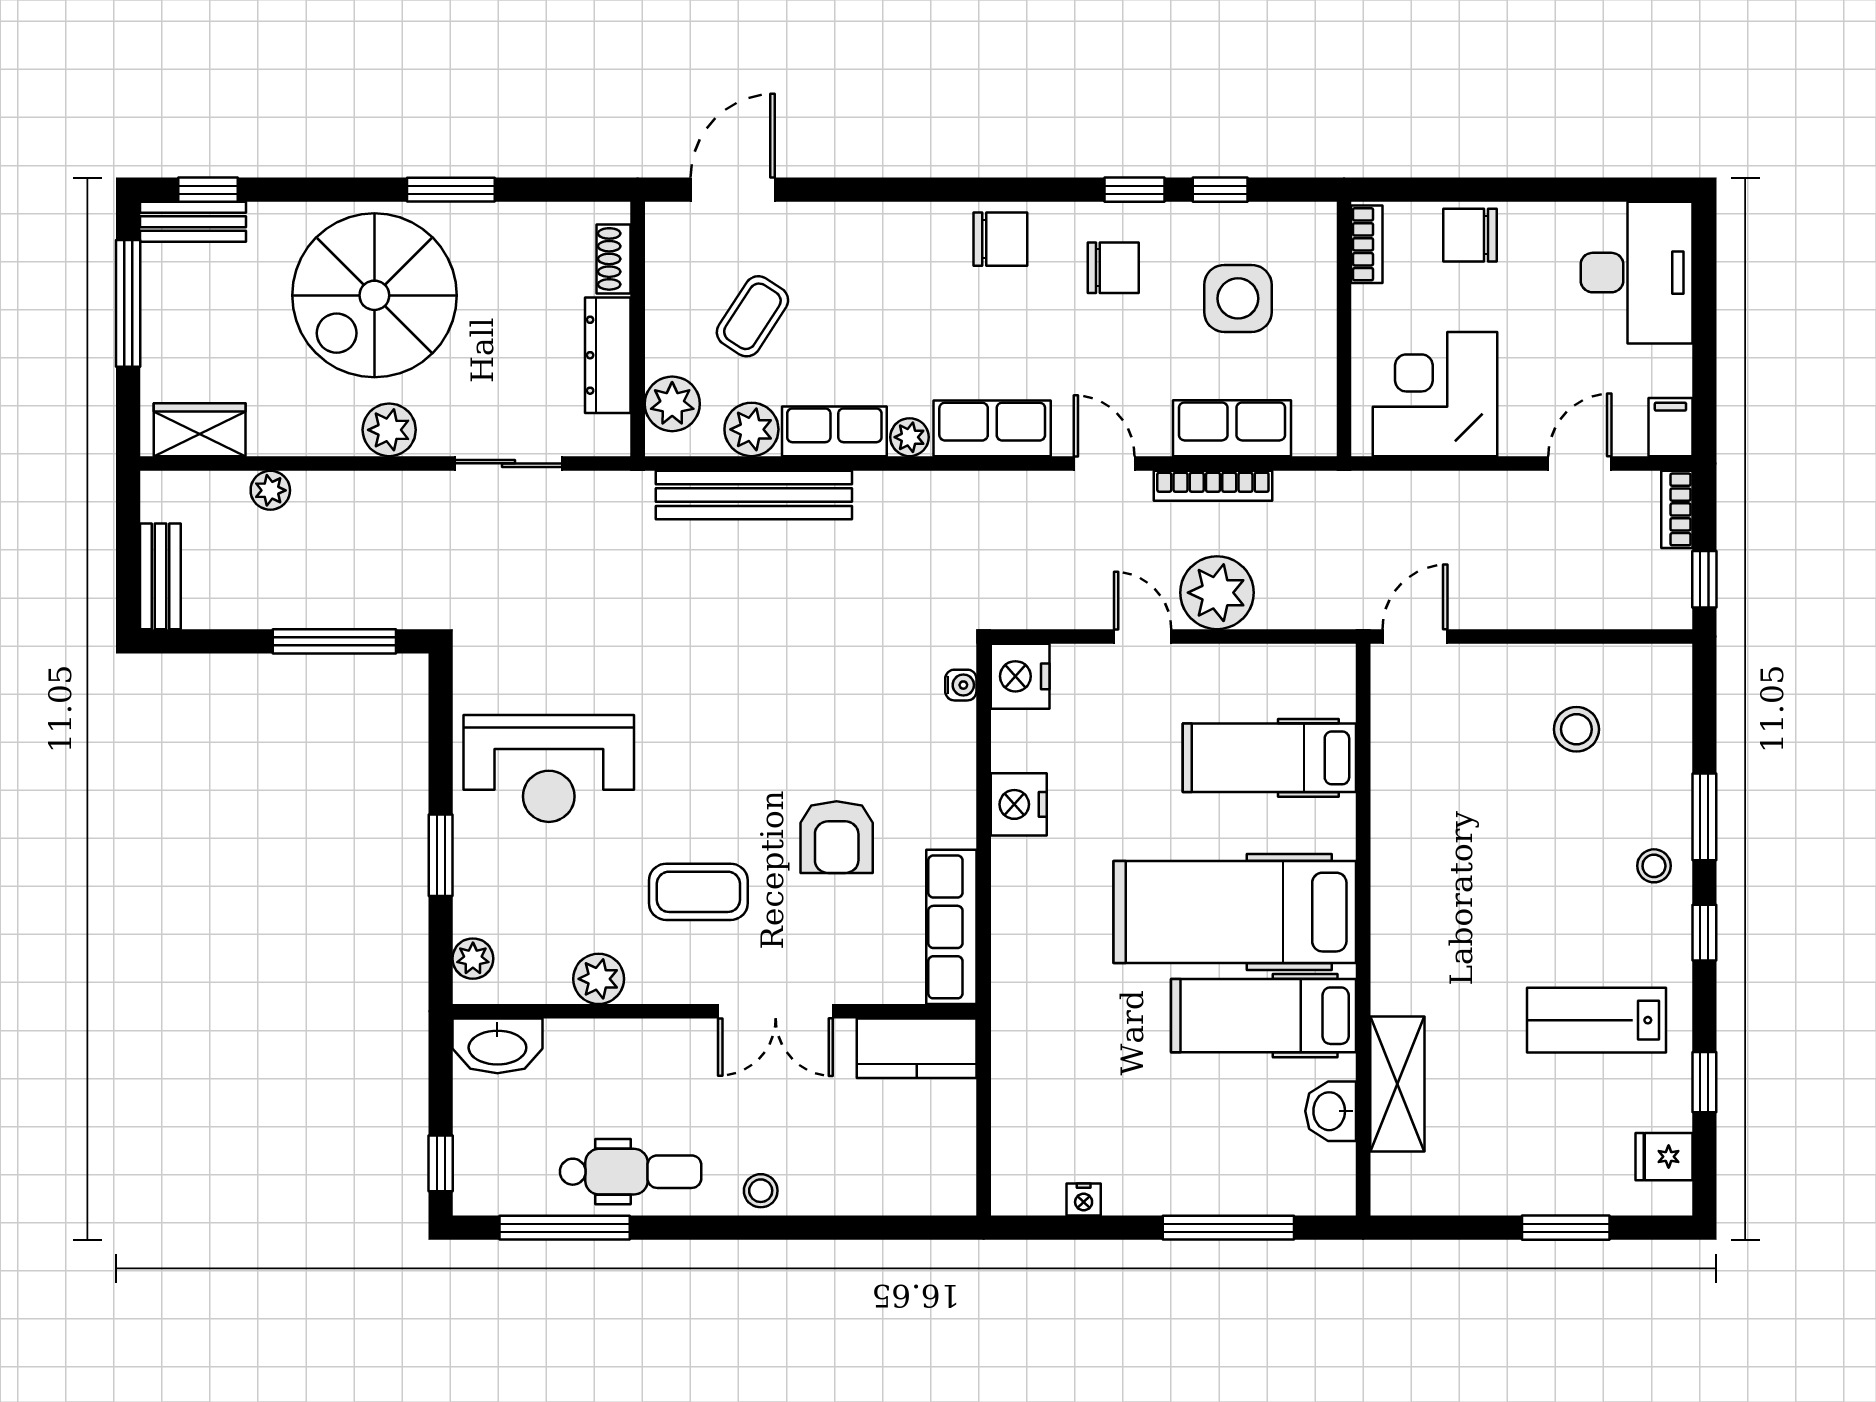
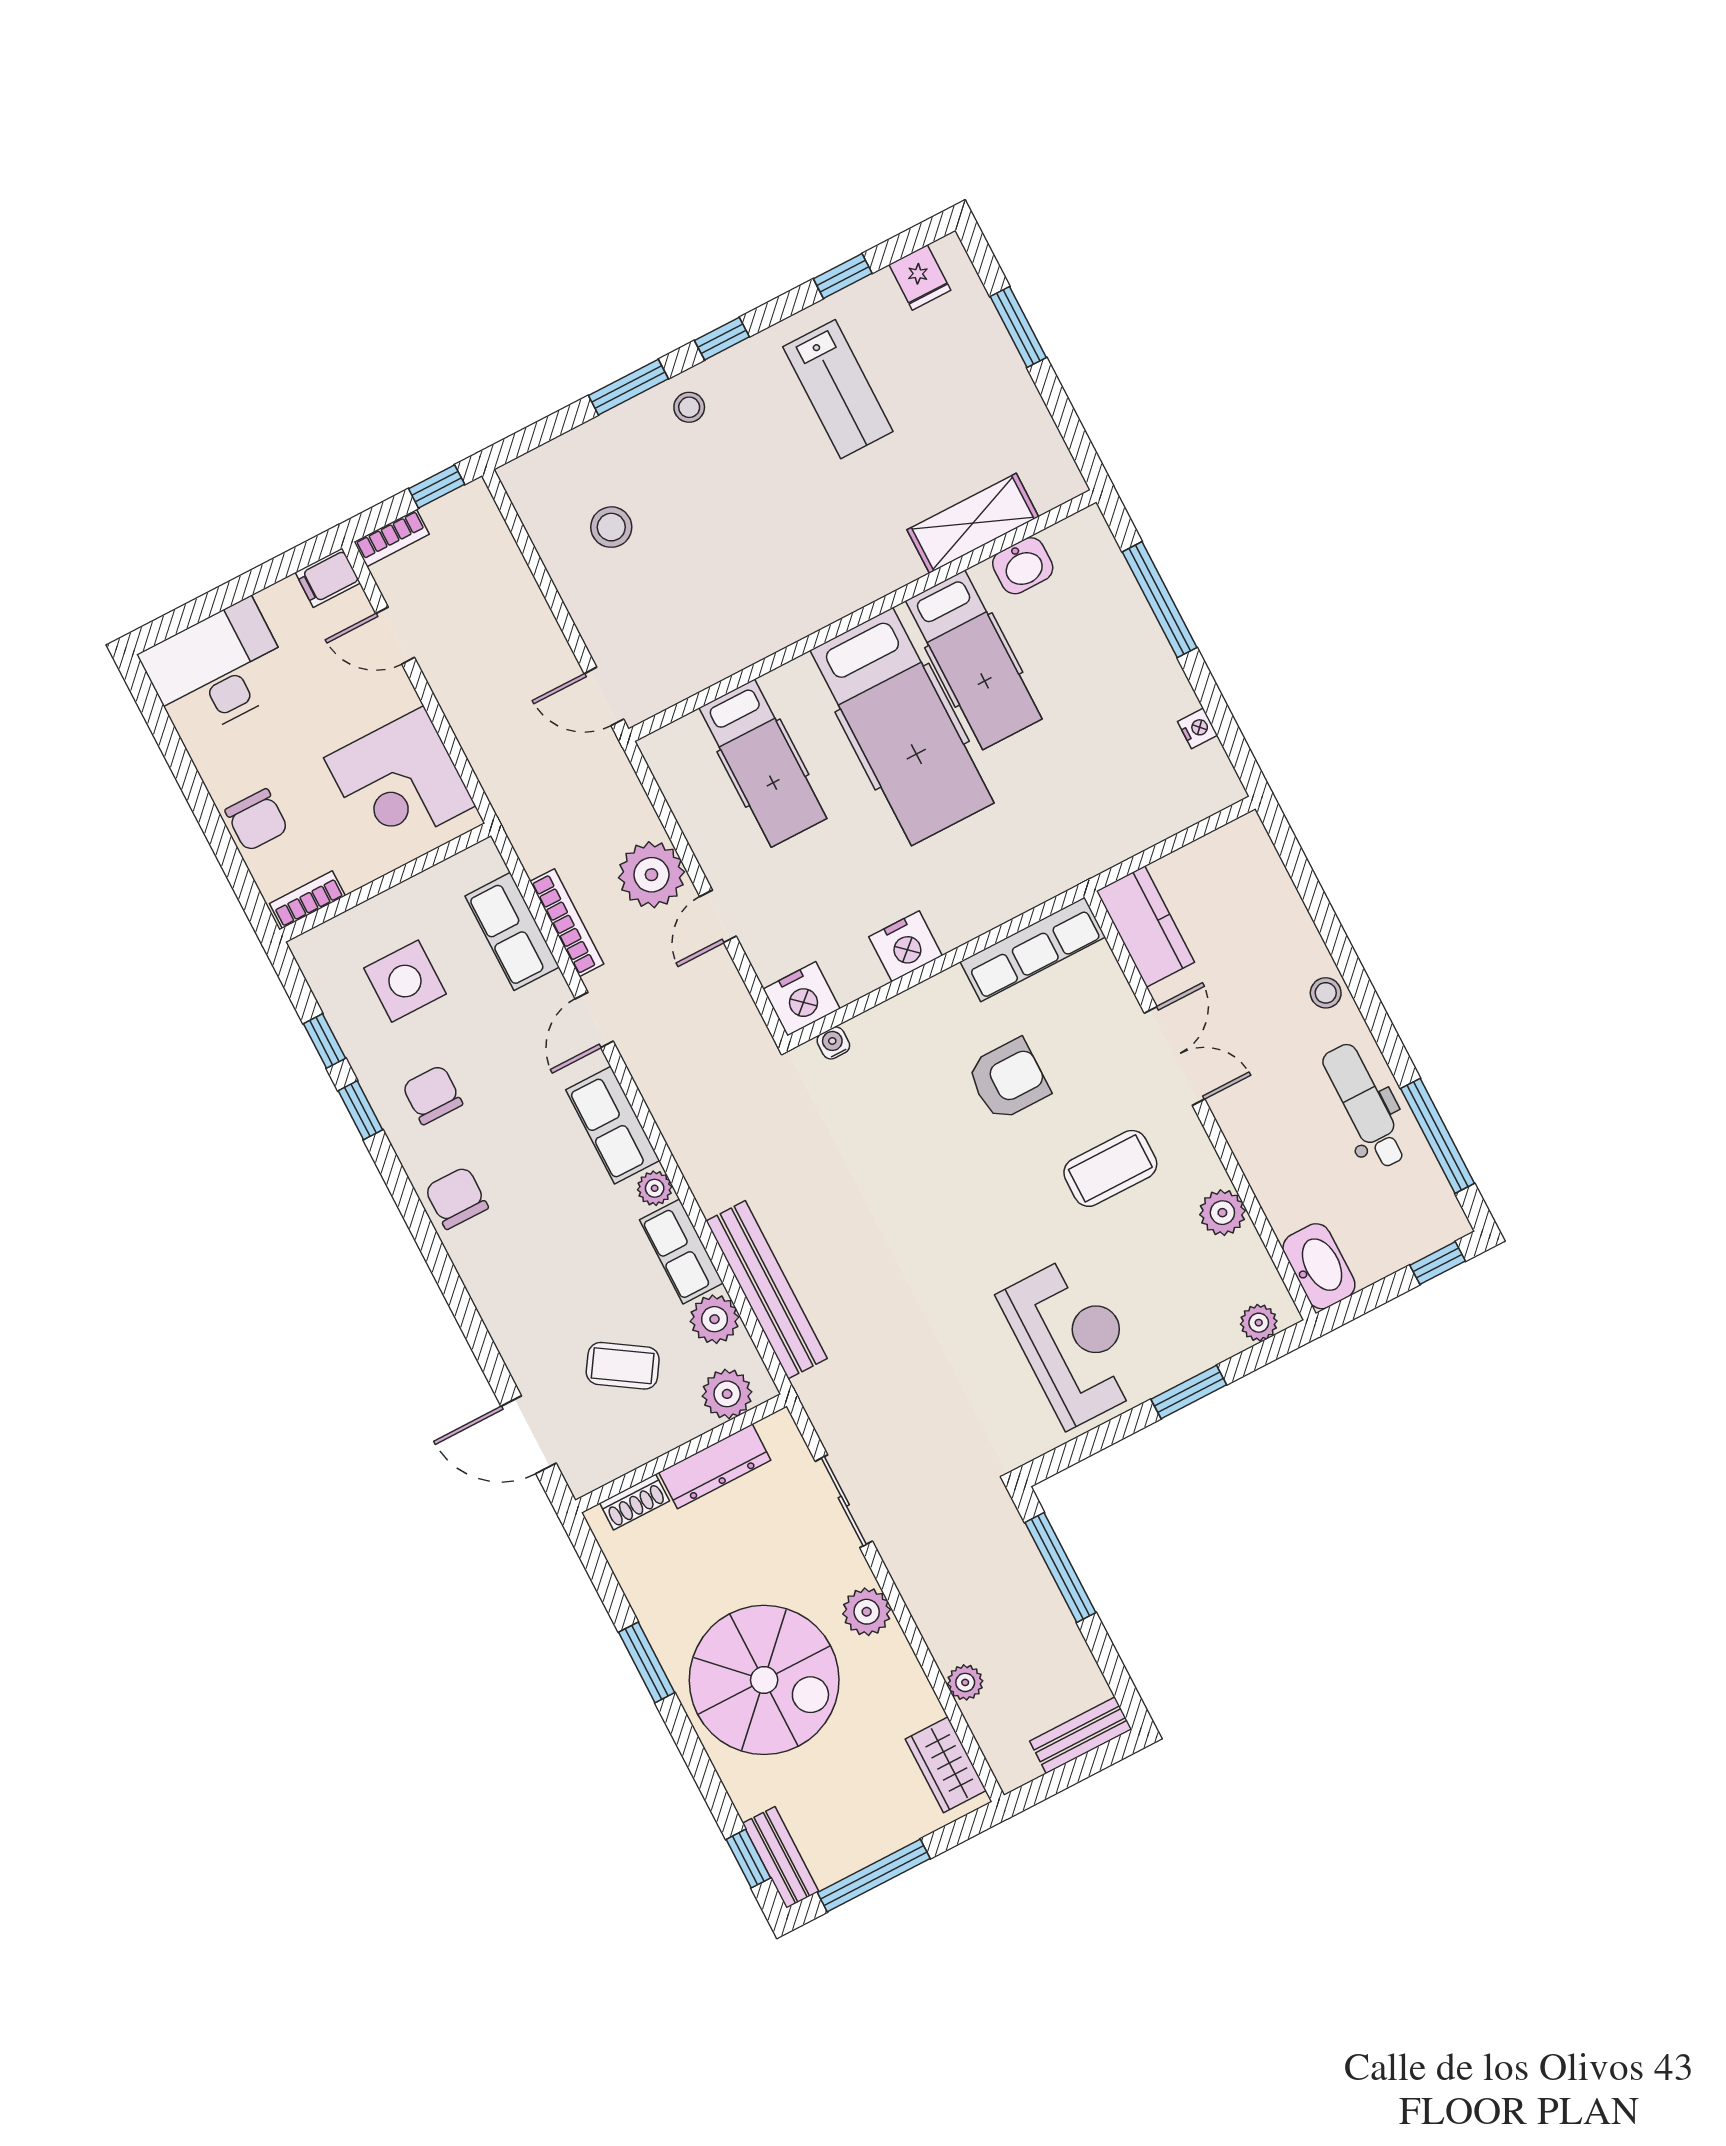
coffee table: (698, 892) -> (1110, 1168), turned 90

